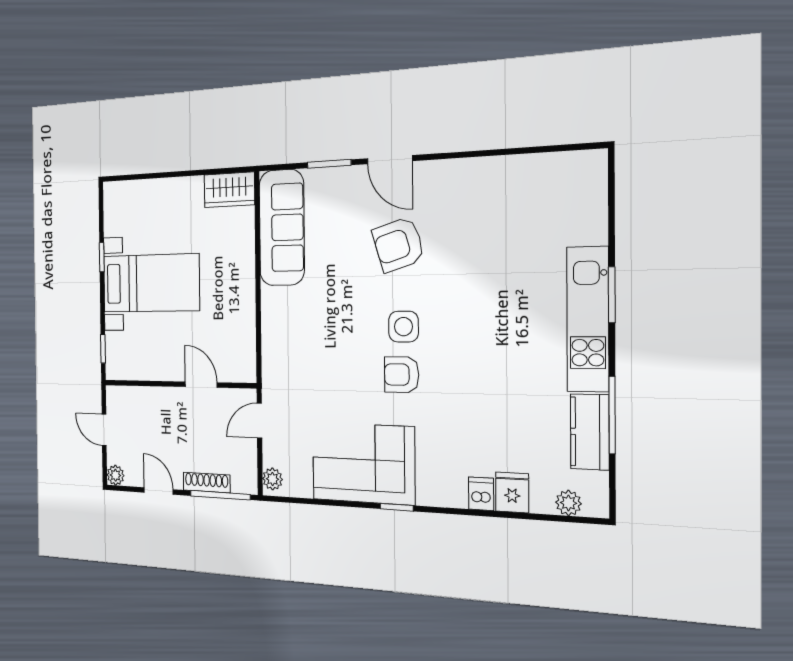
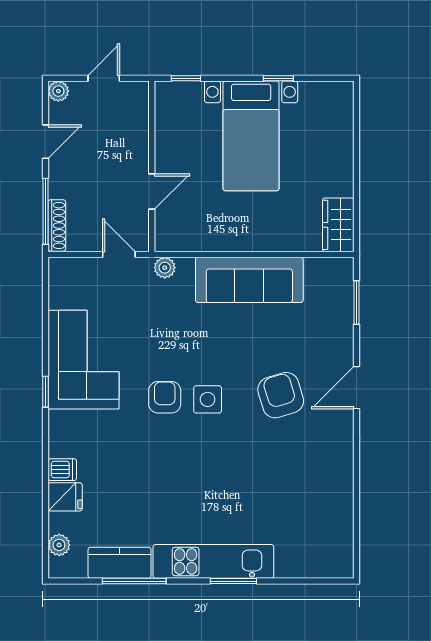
window: (329, 164) -> (357, 302), moved
sofa: (282, 228) -> (249, 280), moved
plant: (273, 479) -> (165, 268), moved
shoe rack: (207, 483) -> (57, 225), moved

